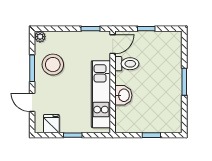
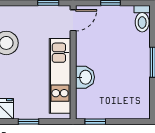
toilet: (127, 64) -> (142, 19), moved, turned 90
window: (151, 135) -> (95, 122), moved

